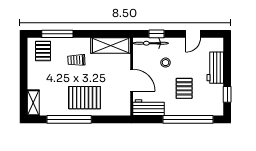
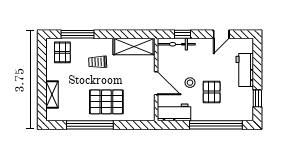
stool: (166, 63) -> (190, 83), moved
shelving: (33, 103) -> (52, 95), moved

